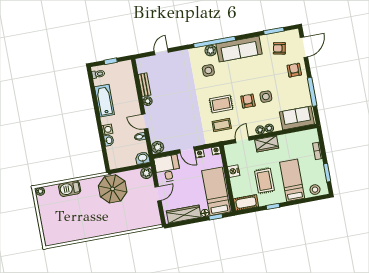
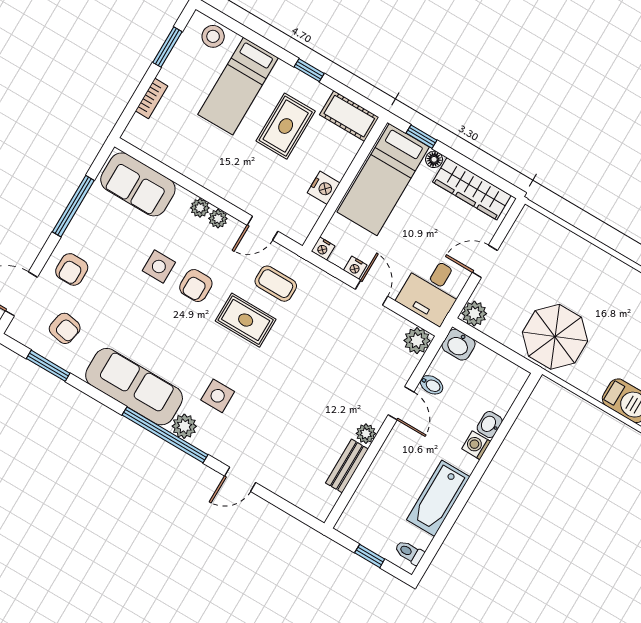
door: (161, 52) -> (240, 479), moved
wardrobe: (267, 144) -> (227, 185), removed

